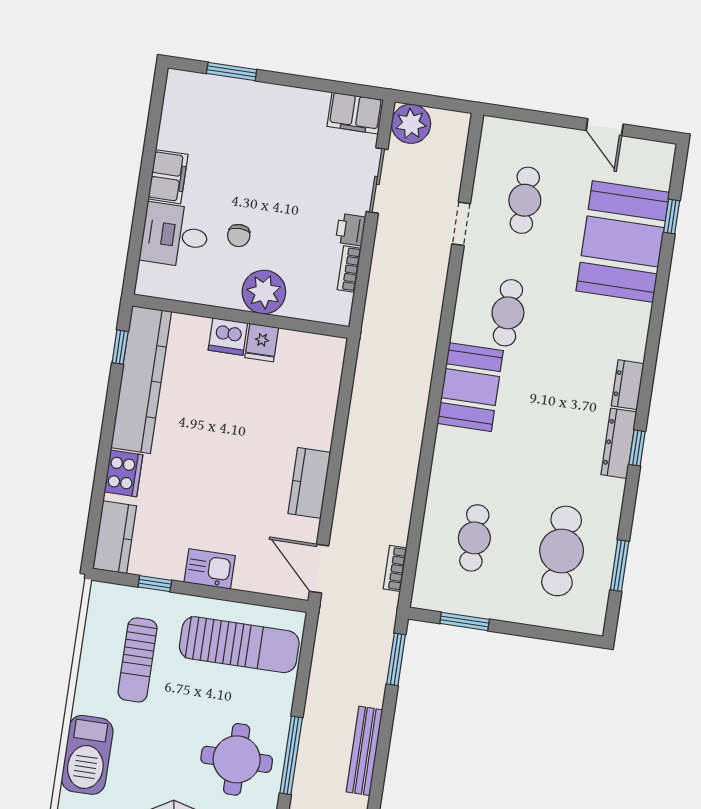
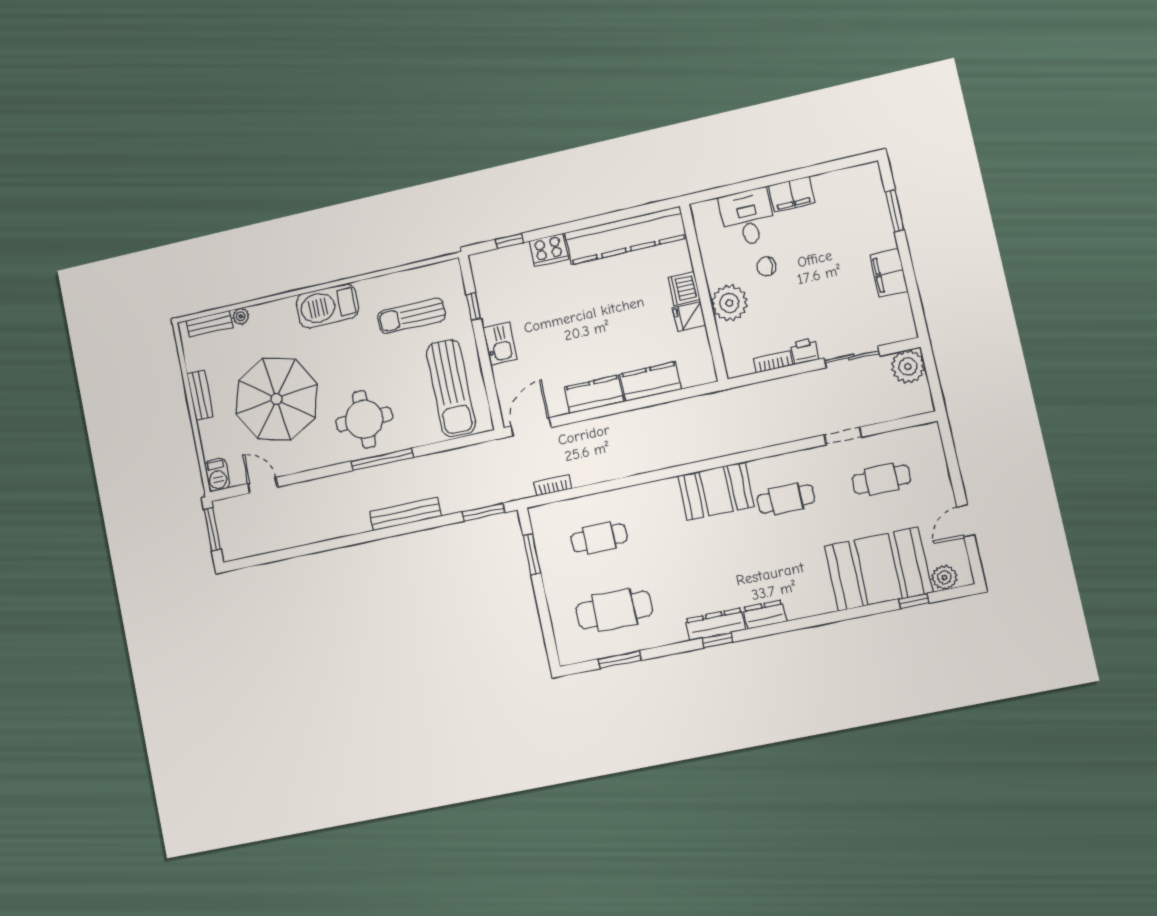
filing cabinet: (355, 113) -> (889, 273), moved
plant: (658, 174) -> (944, 577), added
window: (120, 347) -> (509, 241), moved
kitchen counter: (115, 537) -> (651, 382), moved, turned 180

